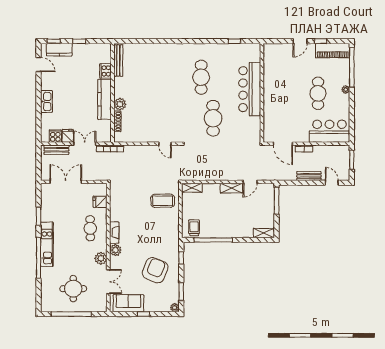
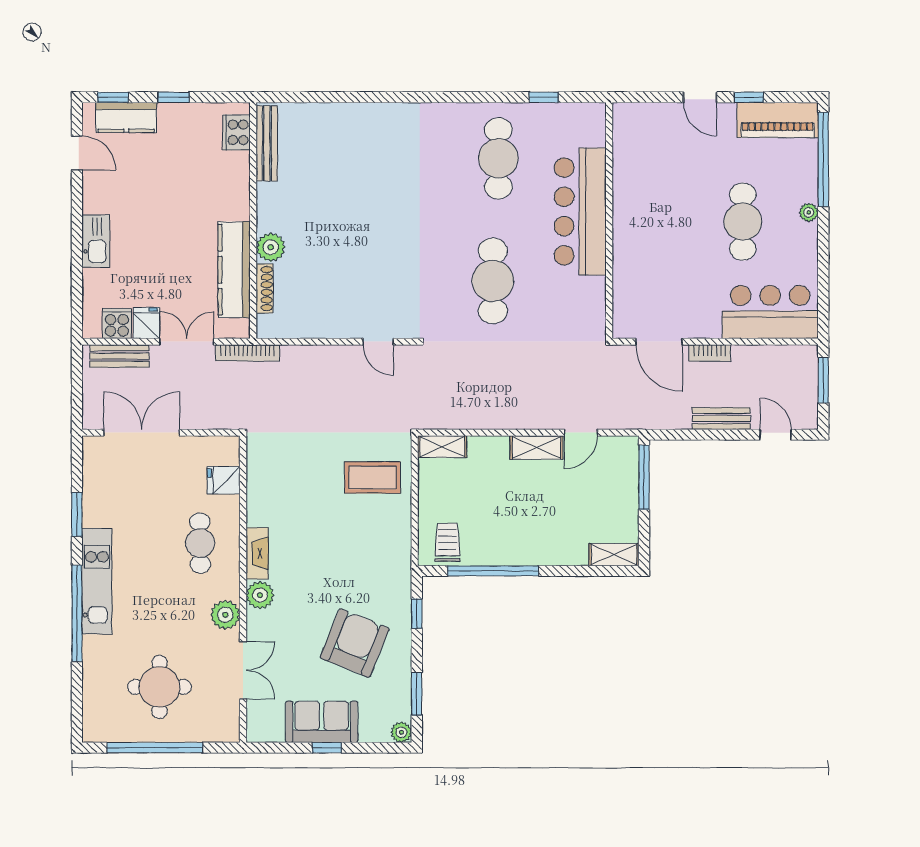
door: (300, 41) -> (700, 97), hinge flipped
cooker: (105, 71) -> (236, 132), moved
cafe table: (201, 77) -> (498, 158), moved
kitchen counter: (104, 99) -> (234, 270), moved
sofa: (128, 303) -> (322, 722), moved

